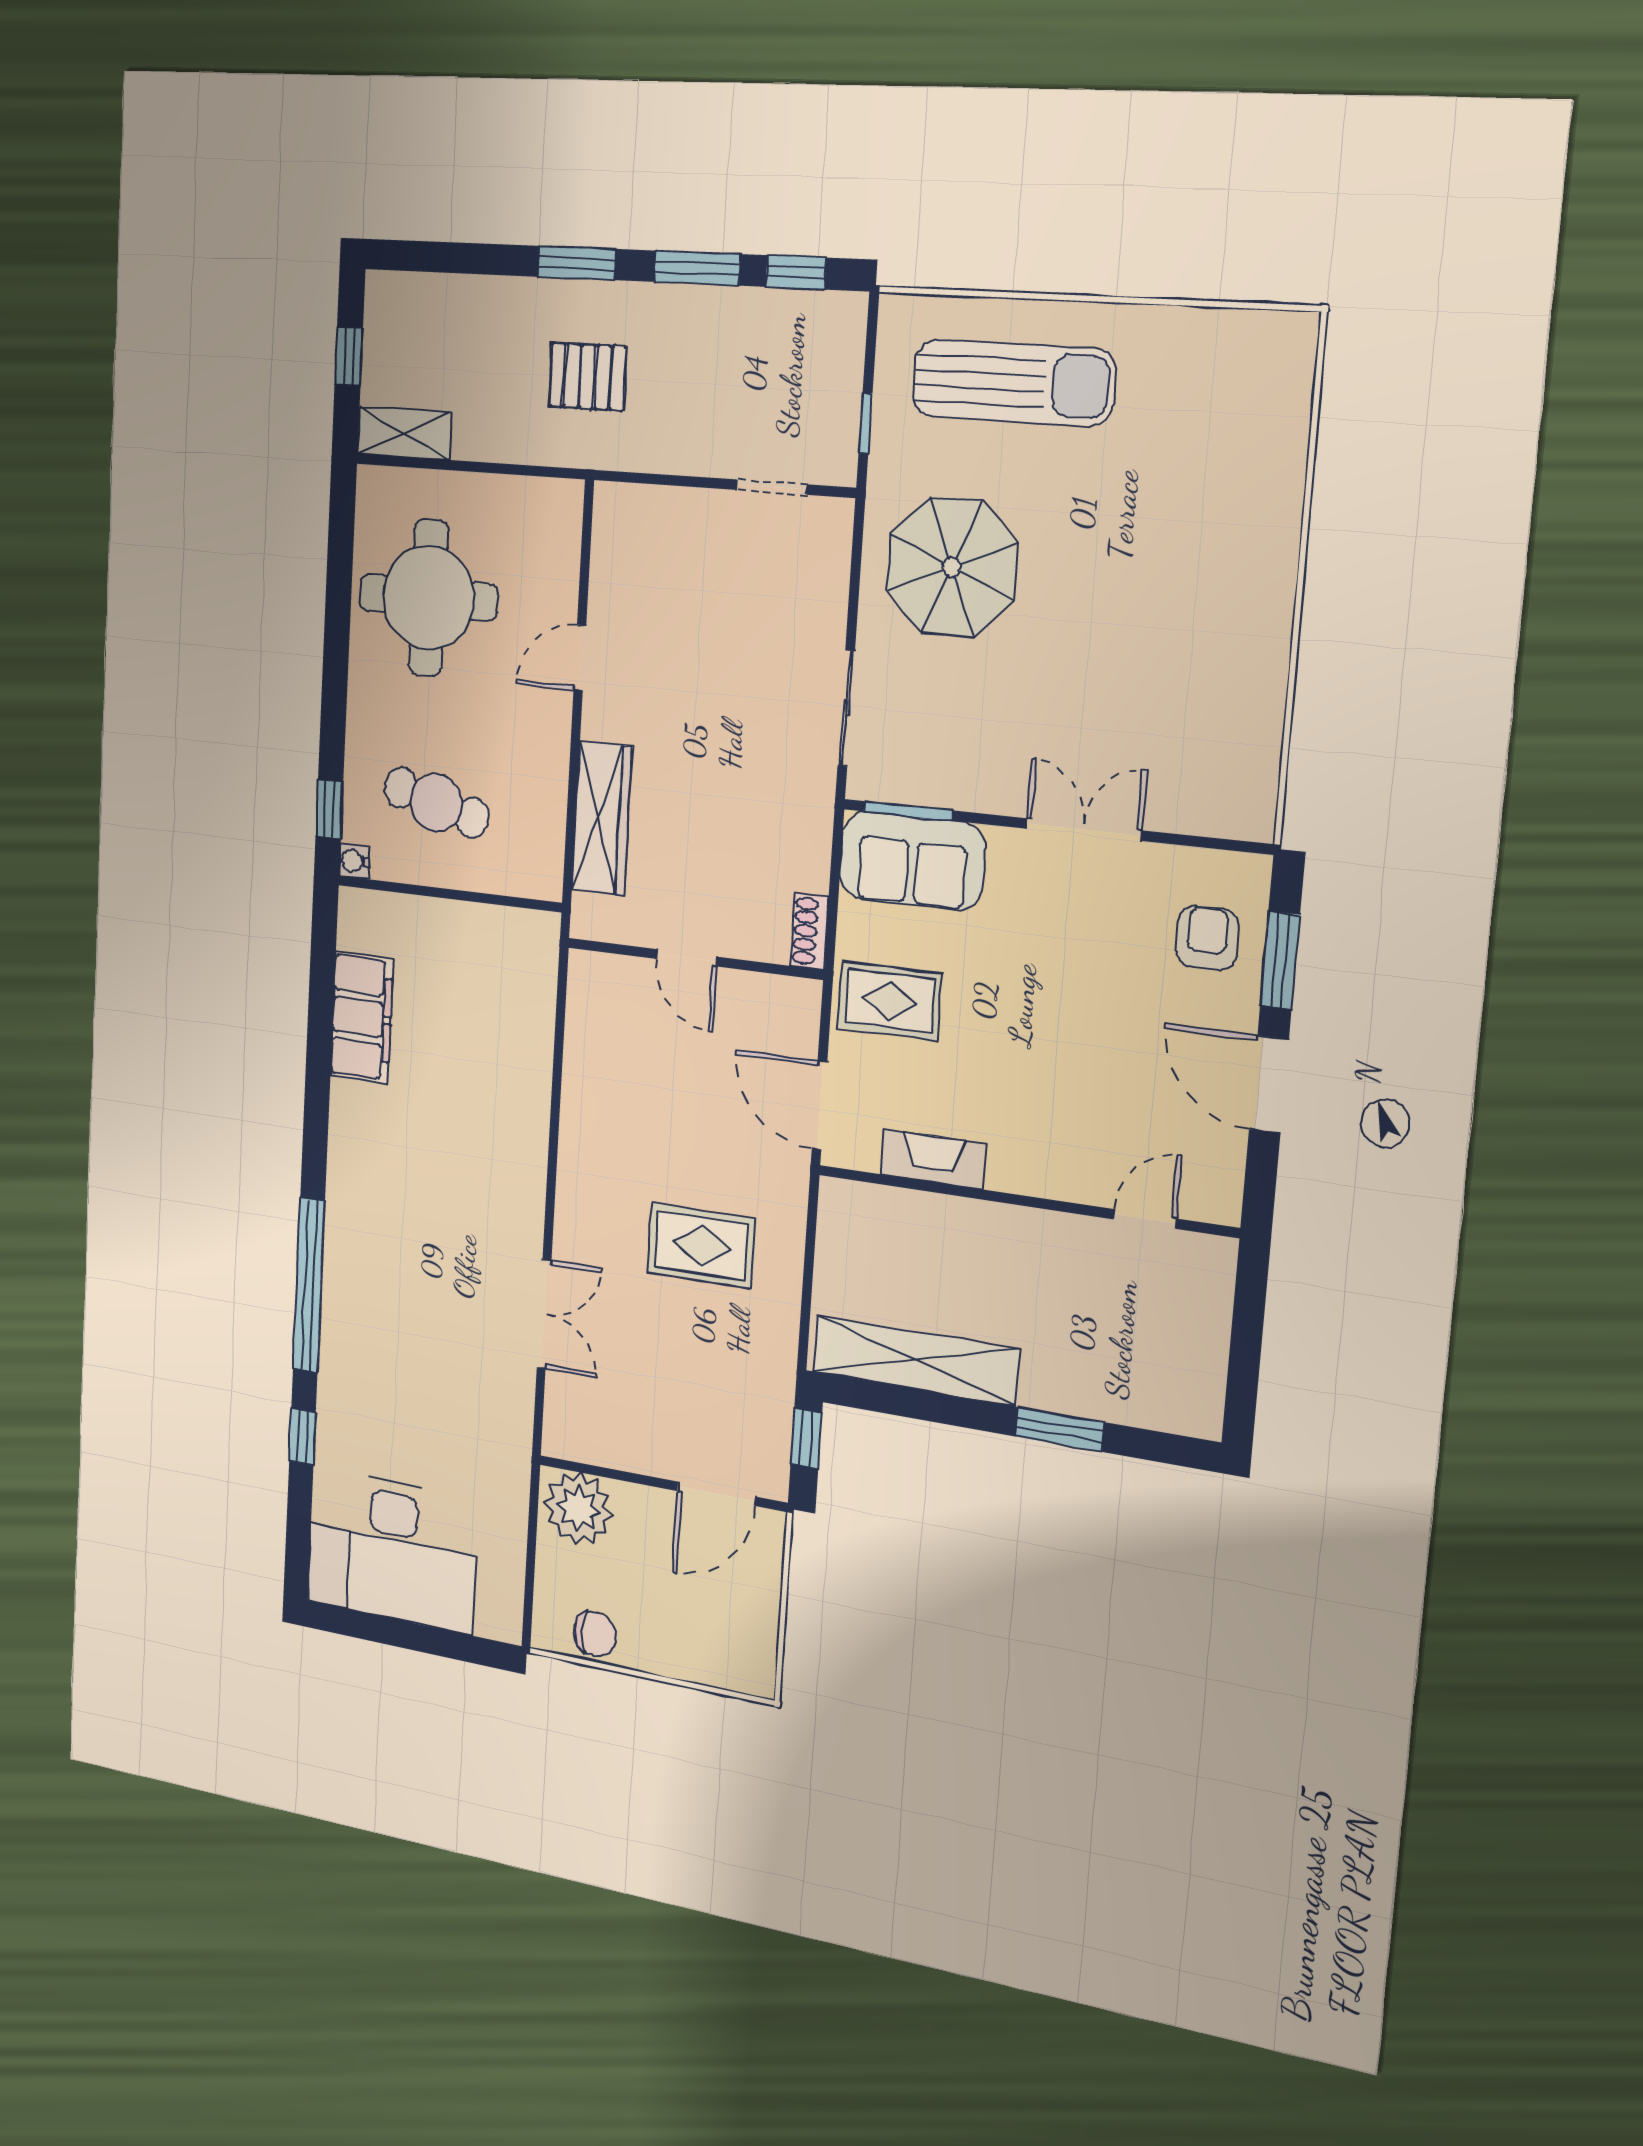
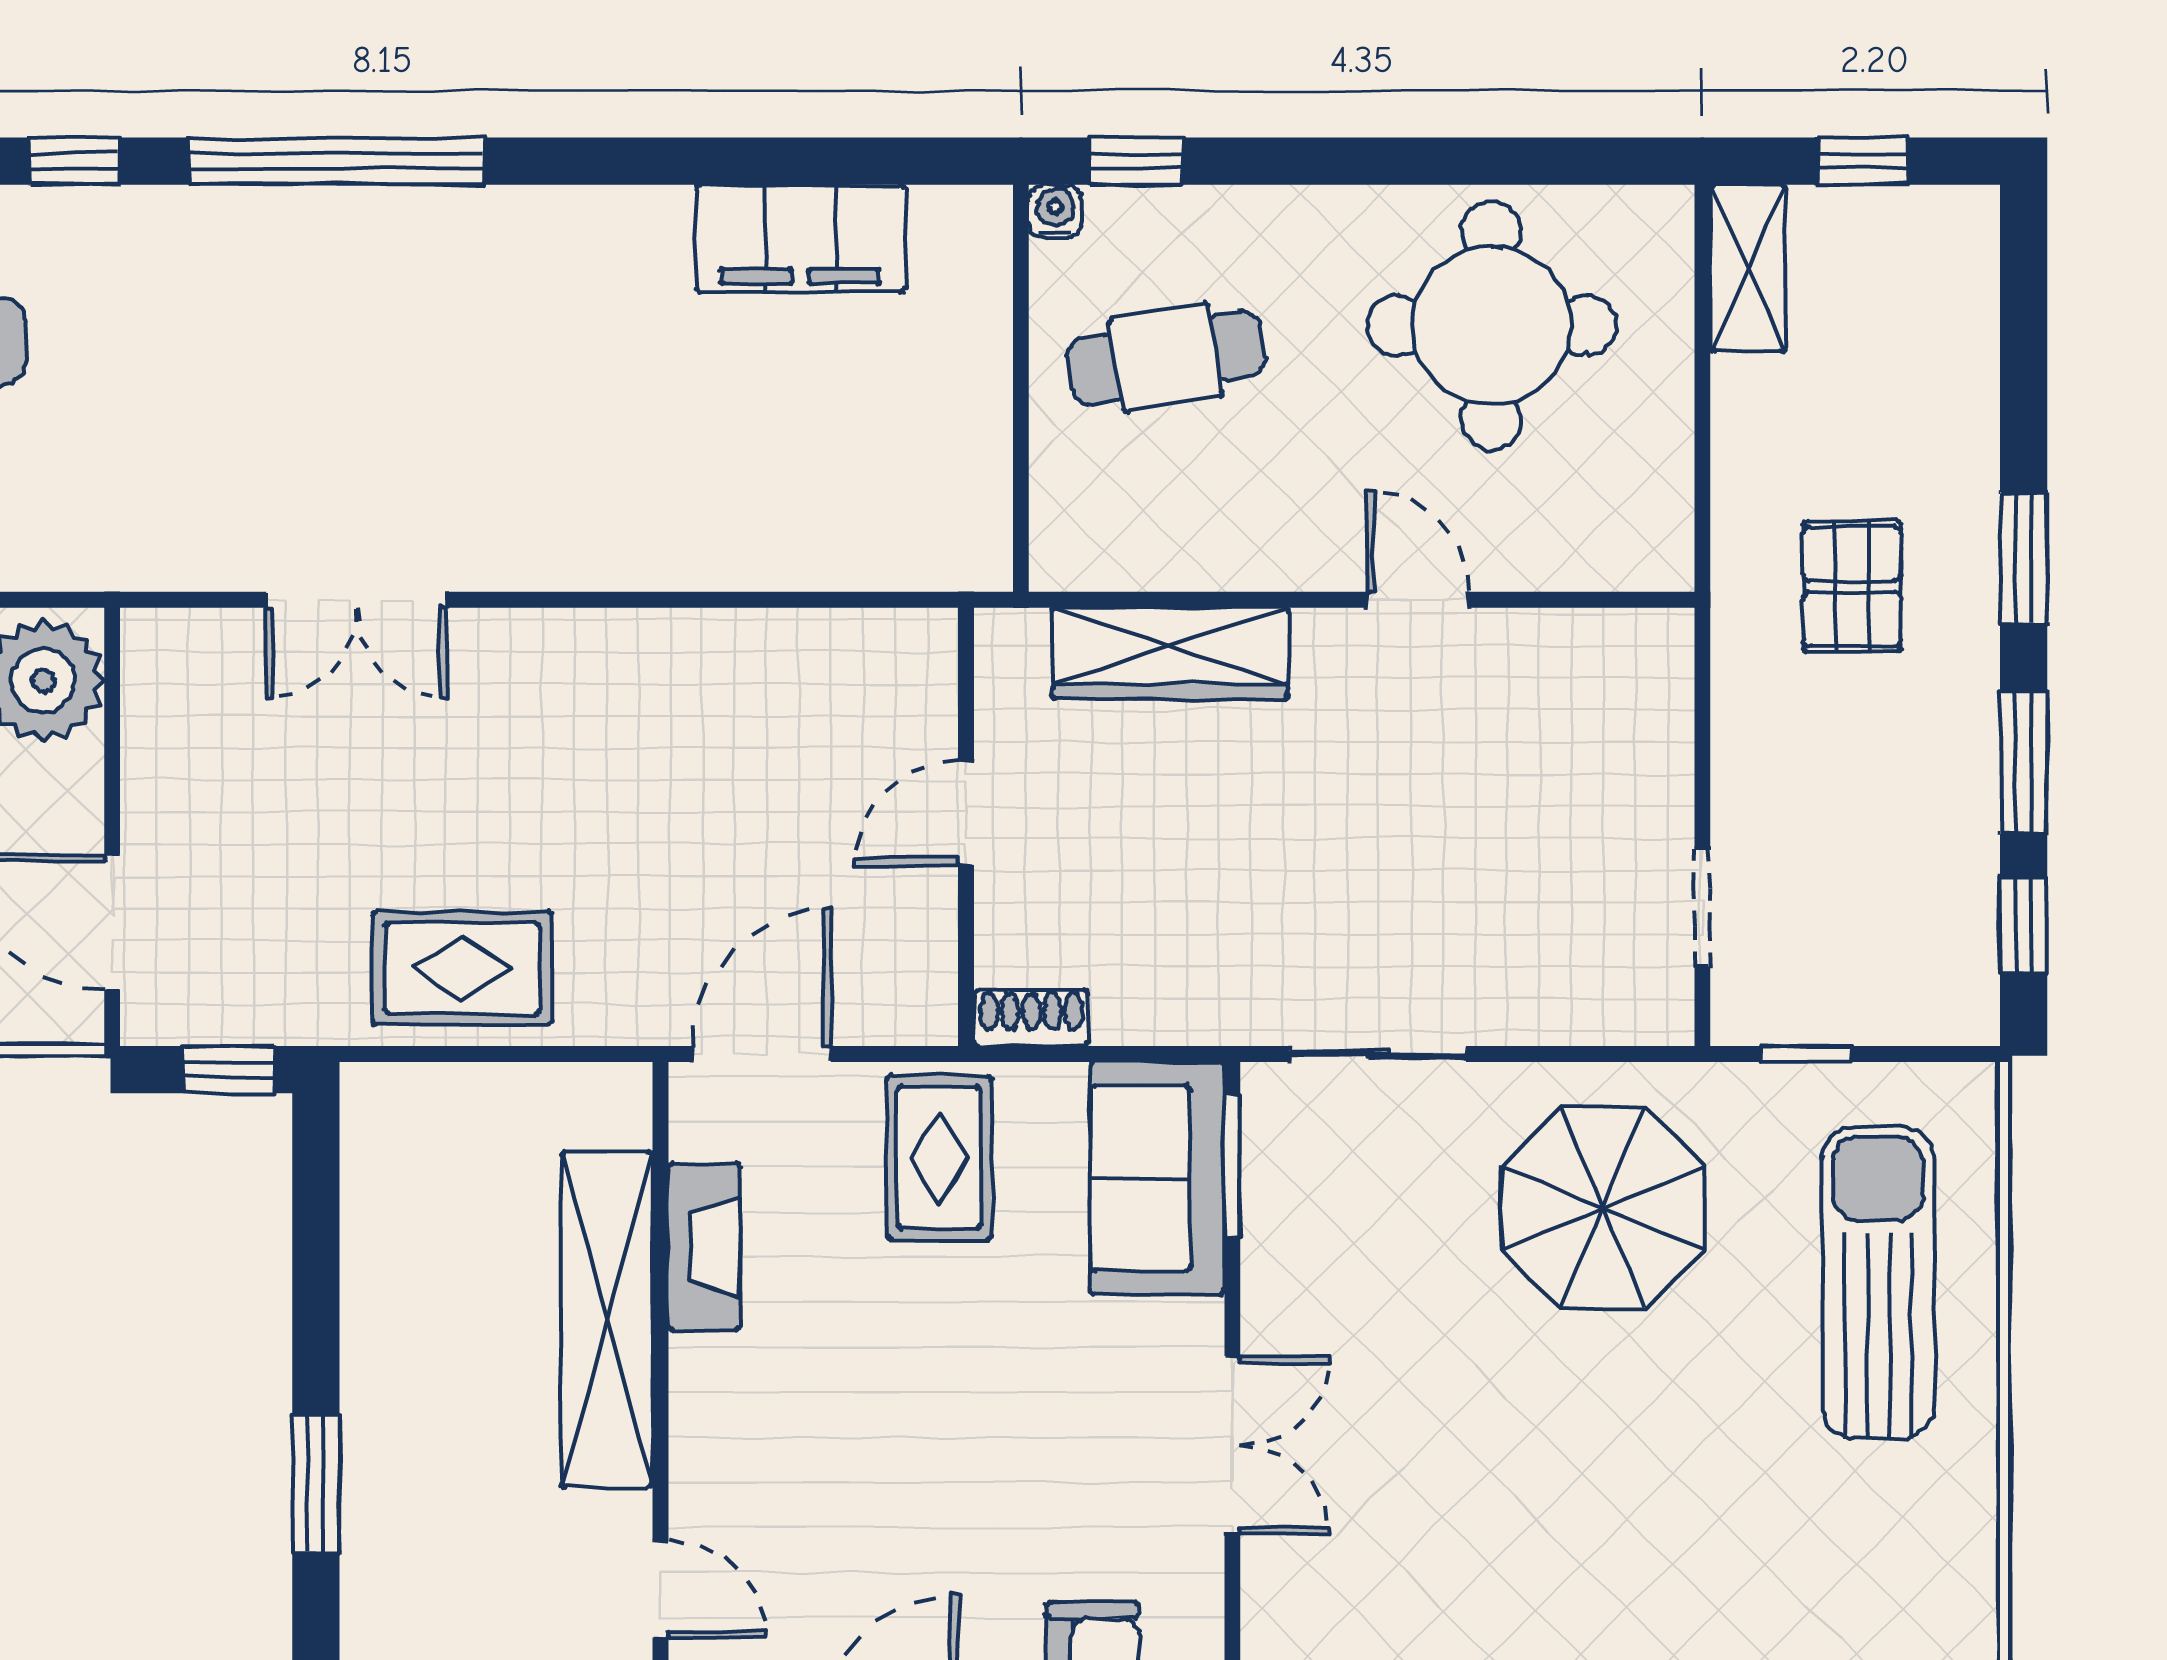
sun lounger: (1013, 383) -> (1878, 1283), turned 180
cafe table: (436, 803) -> (1166, 357), turned 65
rug: (701, 1246) -> (462, 968), moved, turned 90
shelving: (915, 1360) -> (607, 1319), moved

